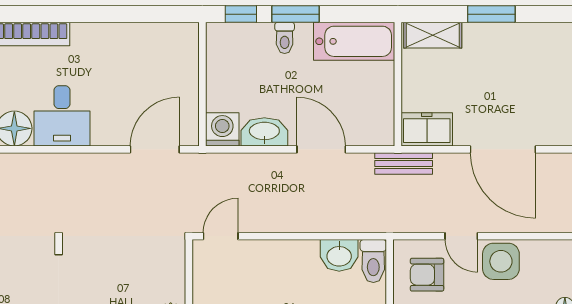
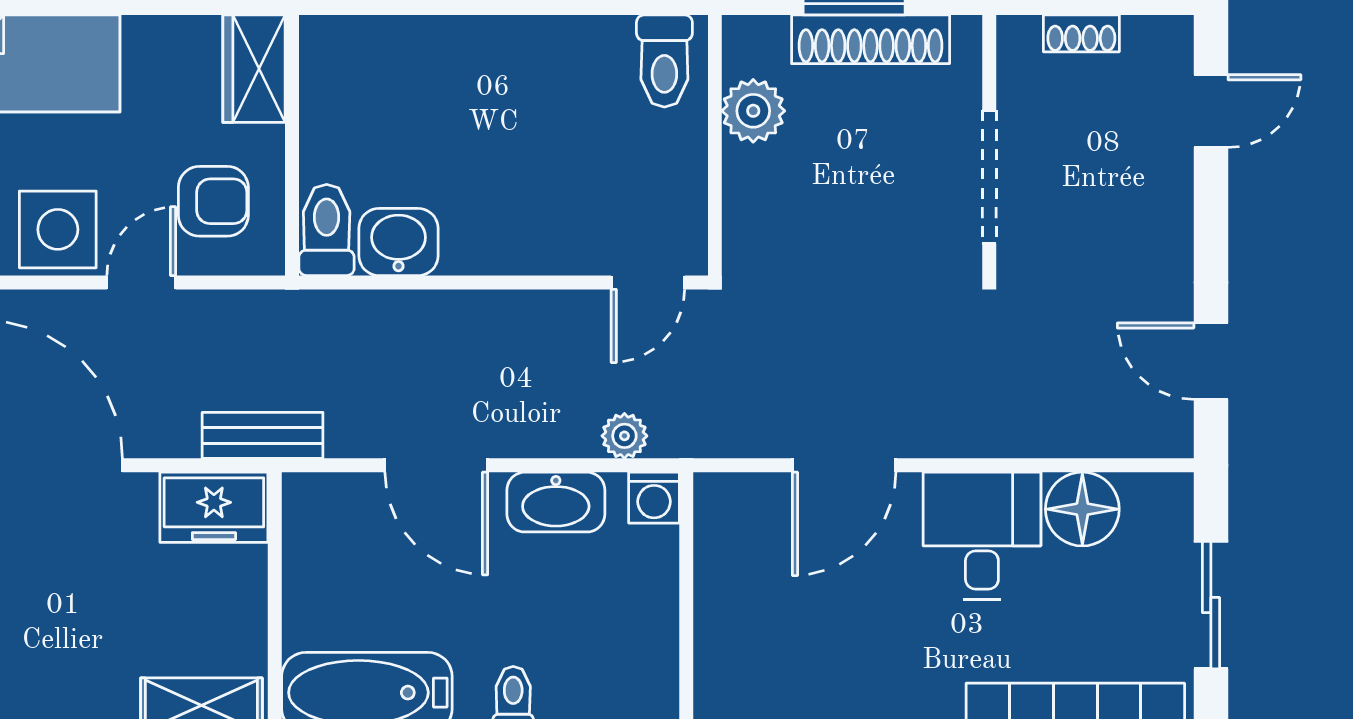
washing machine: (222, 129) -> (654, 498), width x0.73, depth x0.73
door: (155, 149) -> (844, 465), moved
plant: (232, 163) -> (624, 436), added
door: (461, 236) -> (141, 282), hinge flipped

